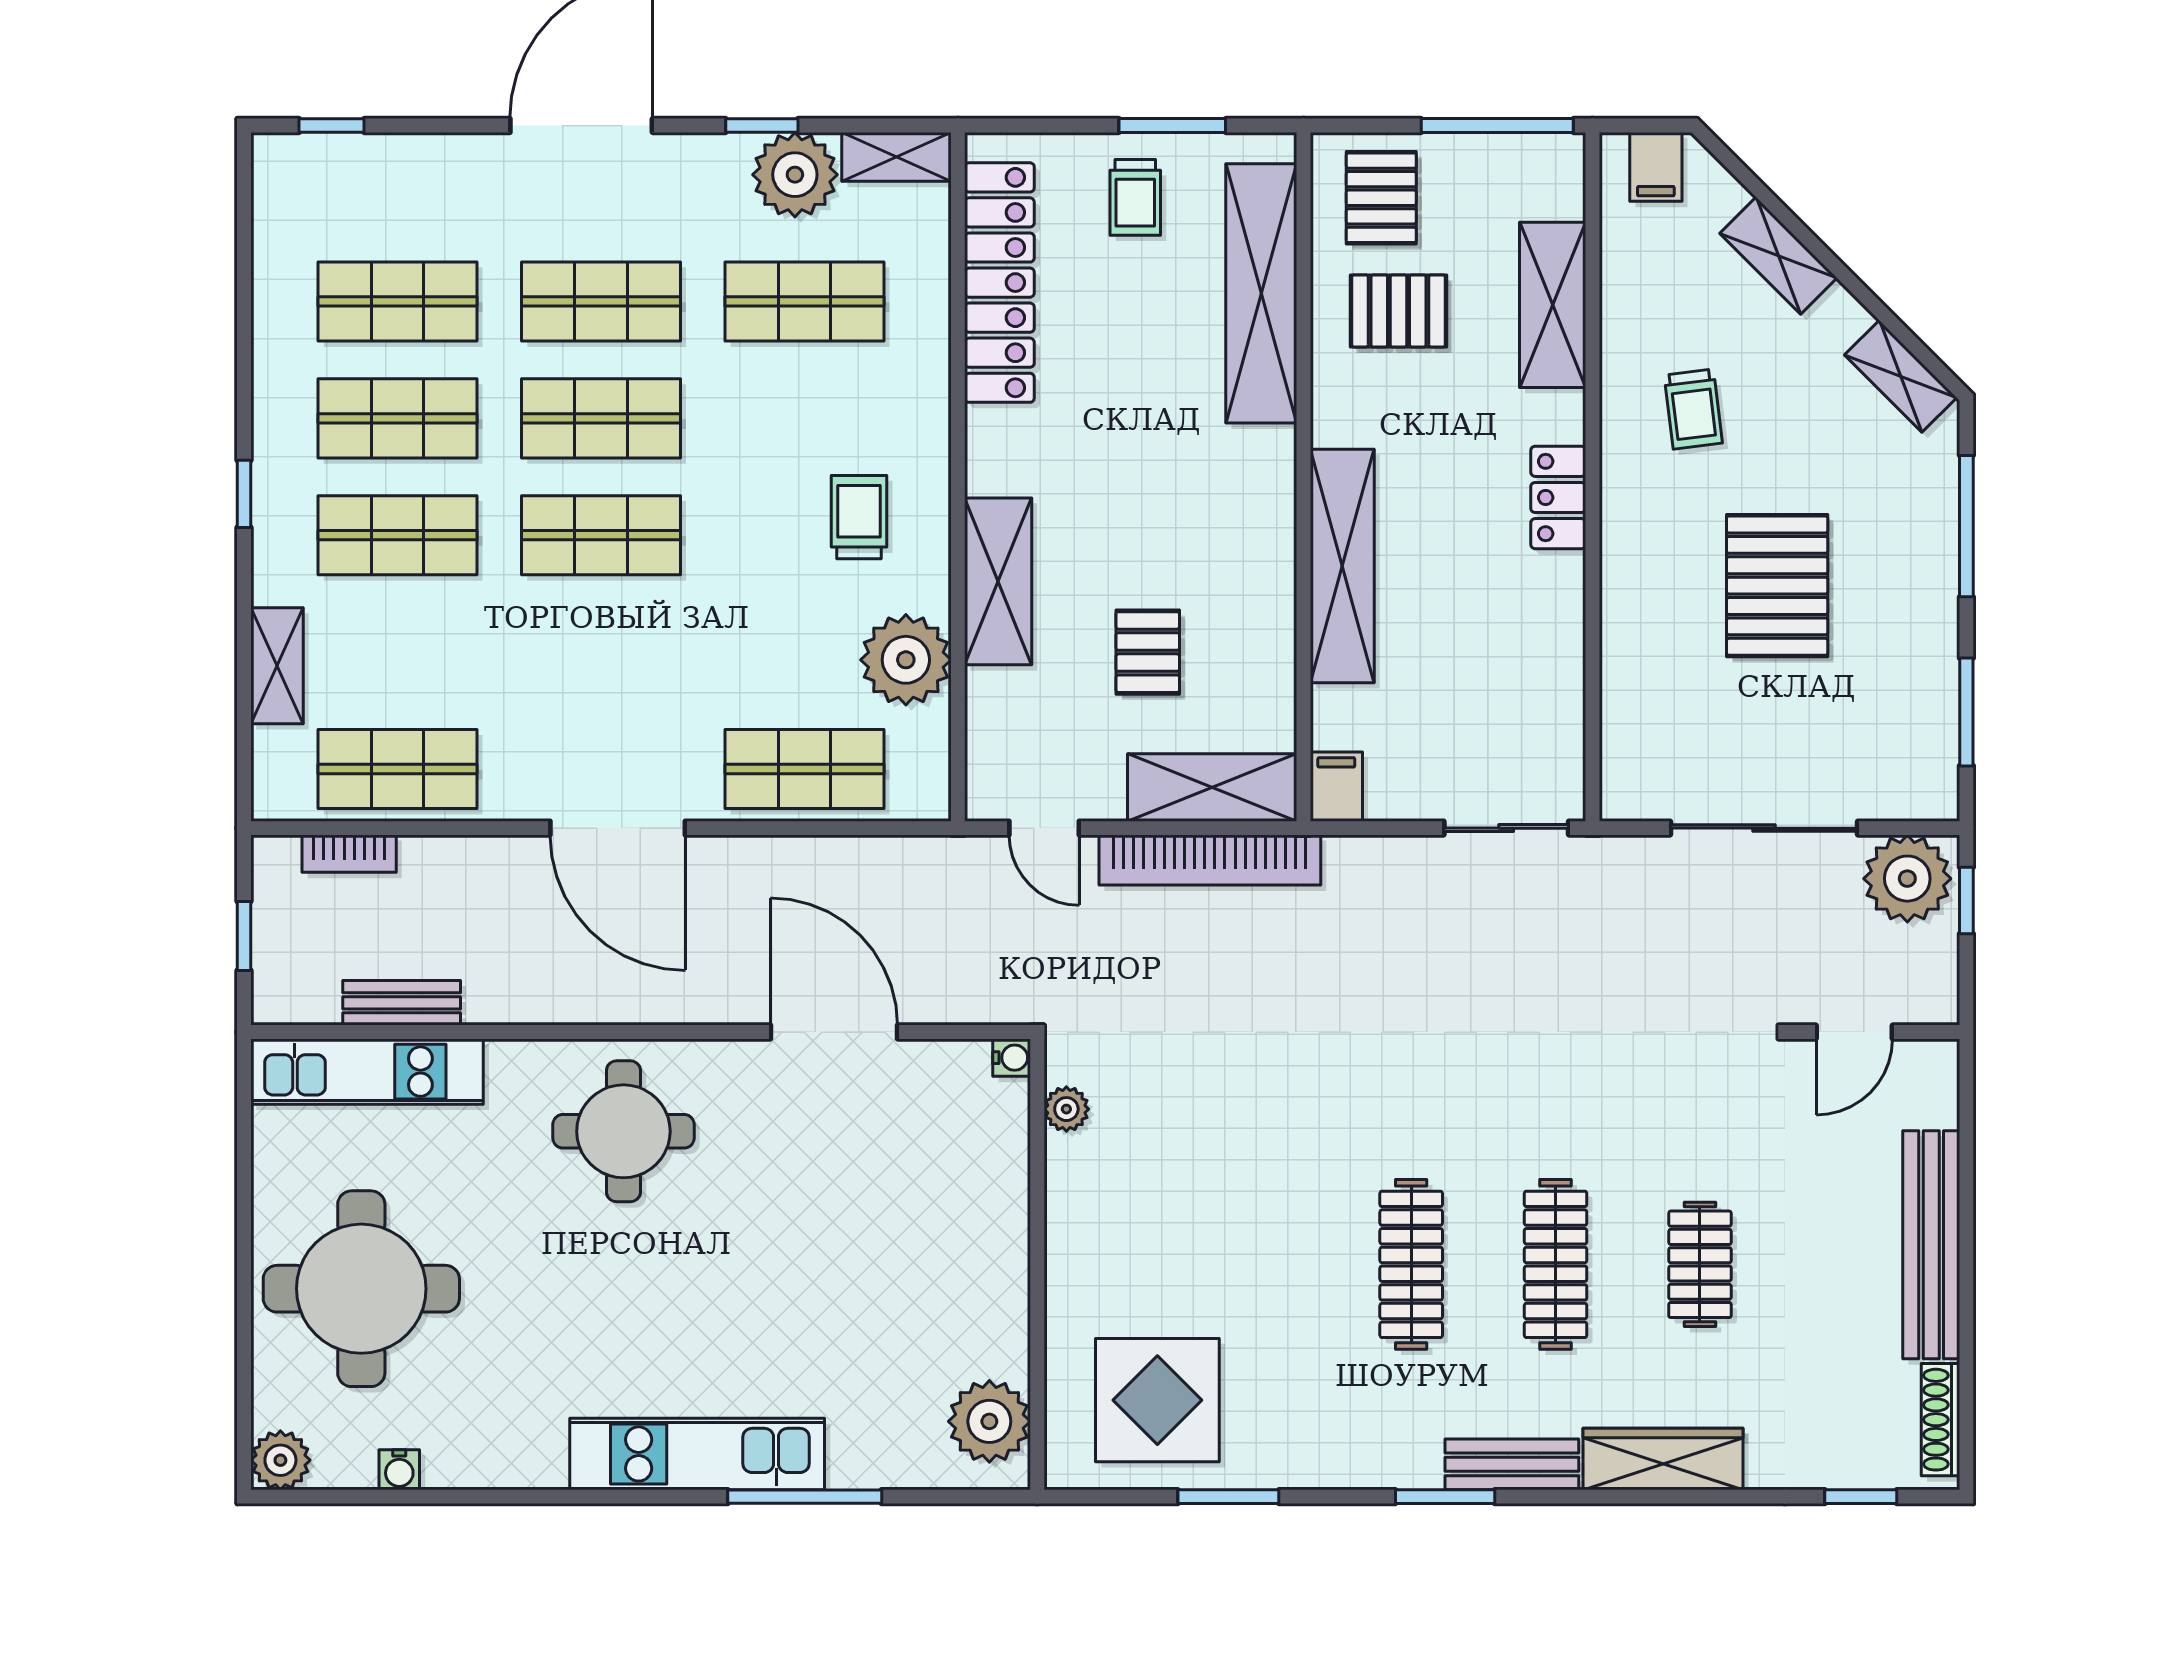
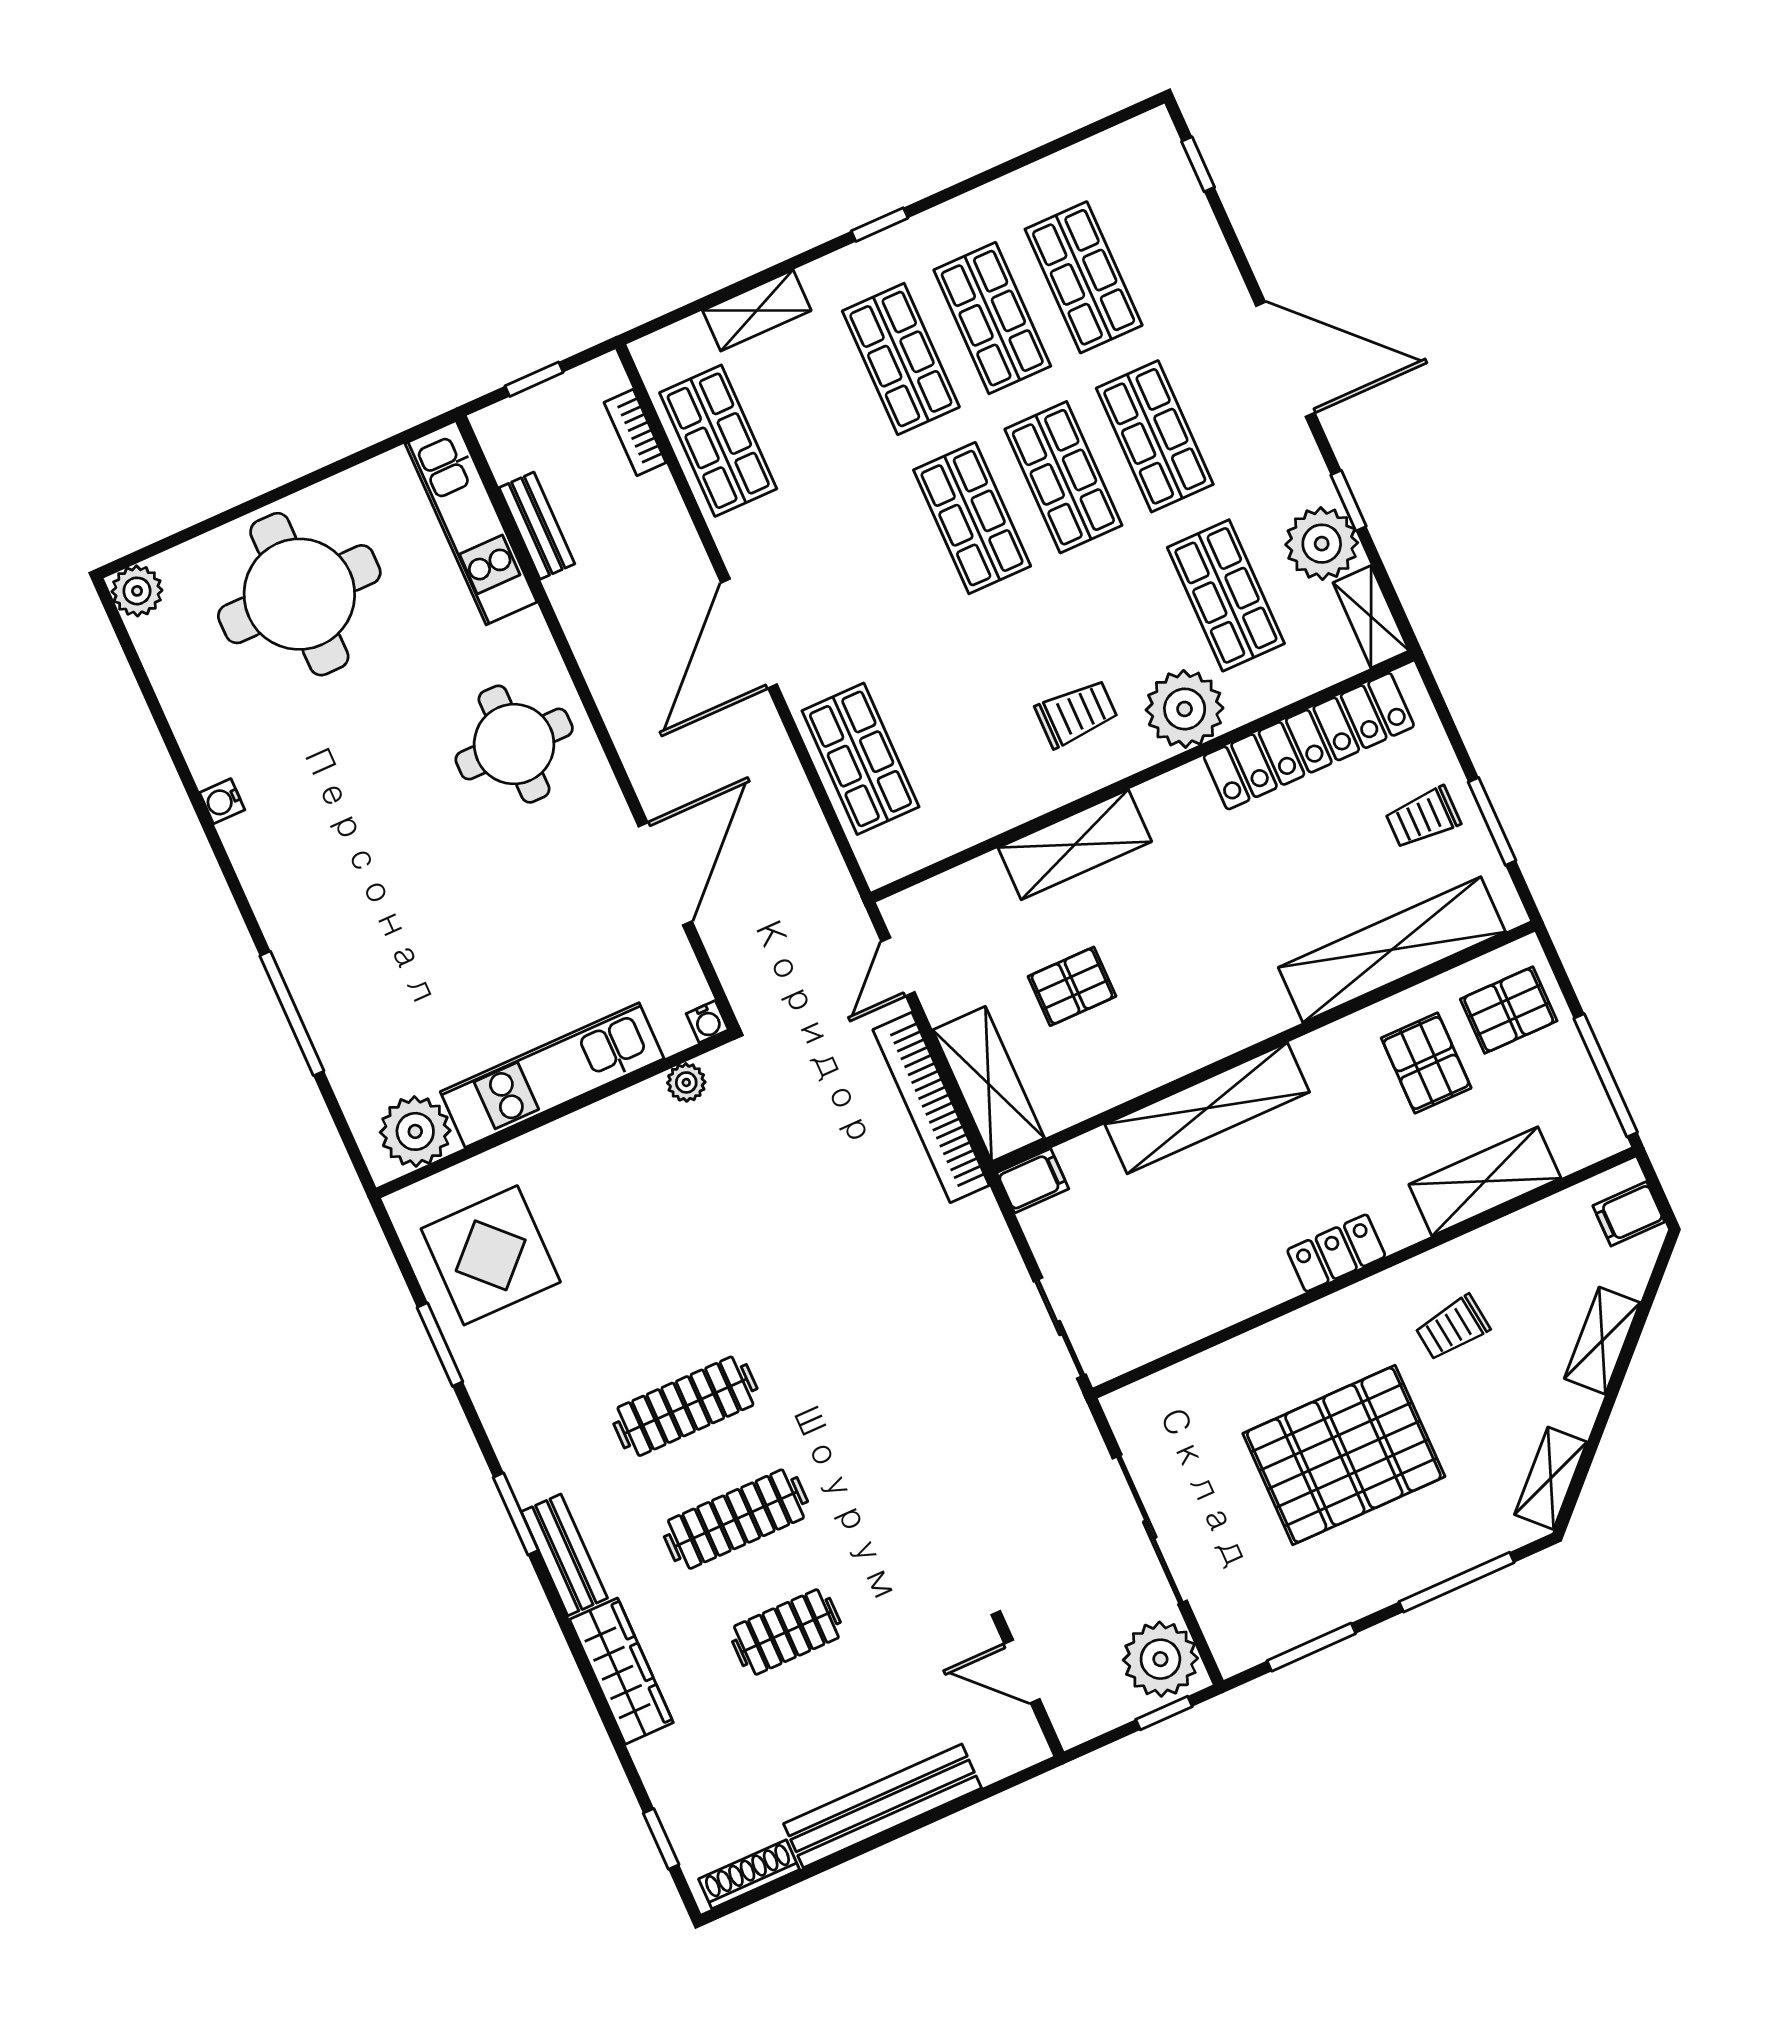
pallet: (1777, 586) -> (1344, 1455), width x1.37, depth x1.41
plant: (906, 660) -> (1185, 709), moved
kitchen unit: (697, 1454) -> (552, 1075), moved, turned -90
water cooler: (399, 1470) -> (222, 801), moved

